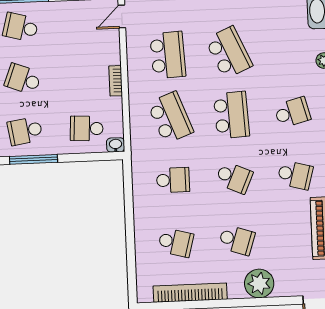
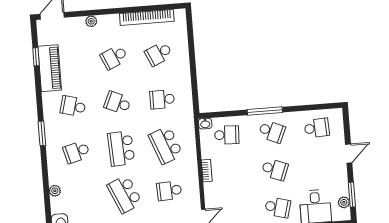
school desk: (168, 55) -> (169, 191), width x0.54
school desk: (25, 131) -> (272, 131), turned 33
school desk: (237, 240) -> (114, 57), turned -42
school desk: (176, 243) -> (159, 54), turned -39
plant: (259, 283) -> (91, 21), width x0.53, depth x0.53

